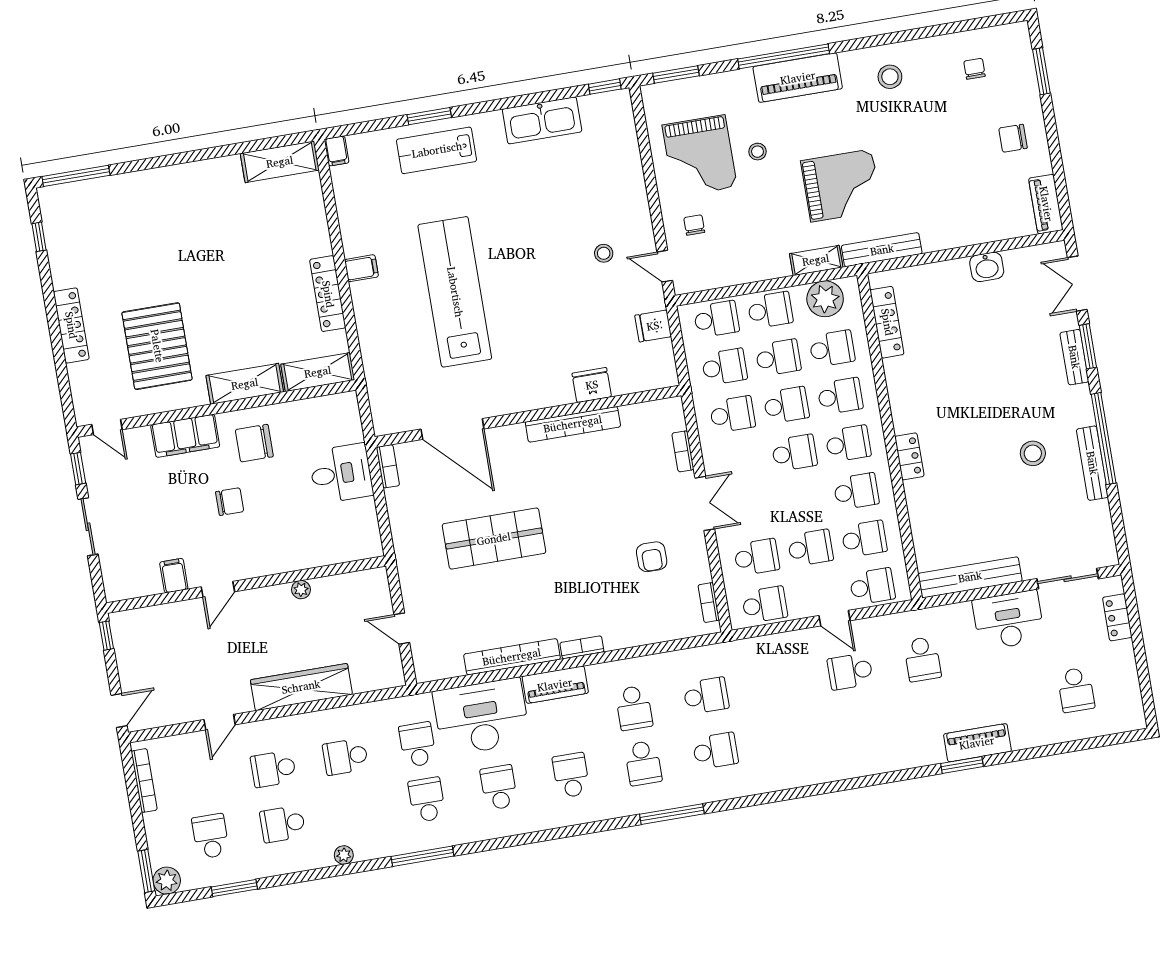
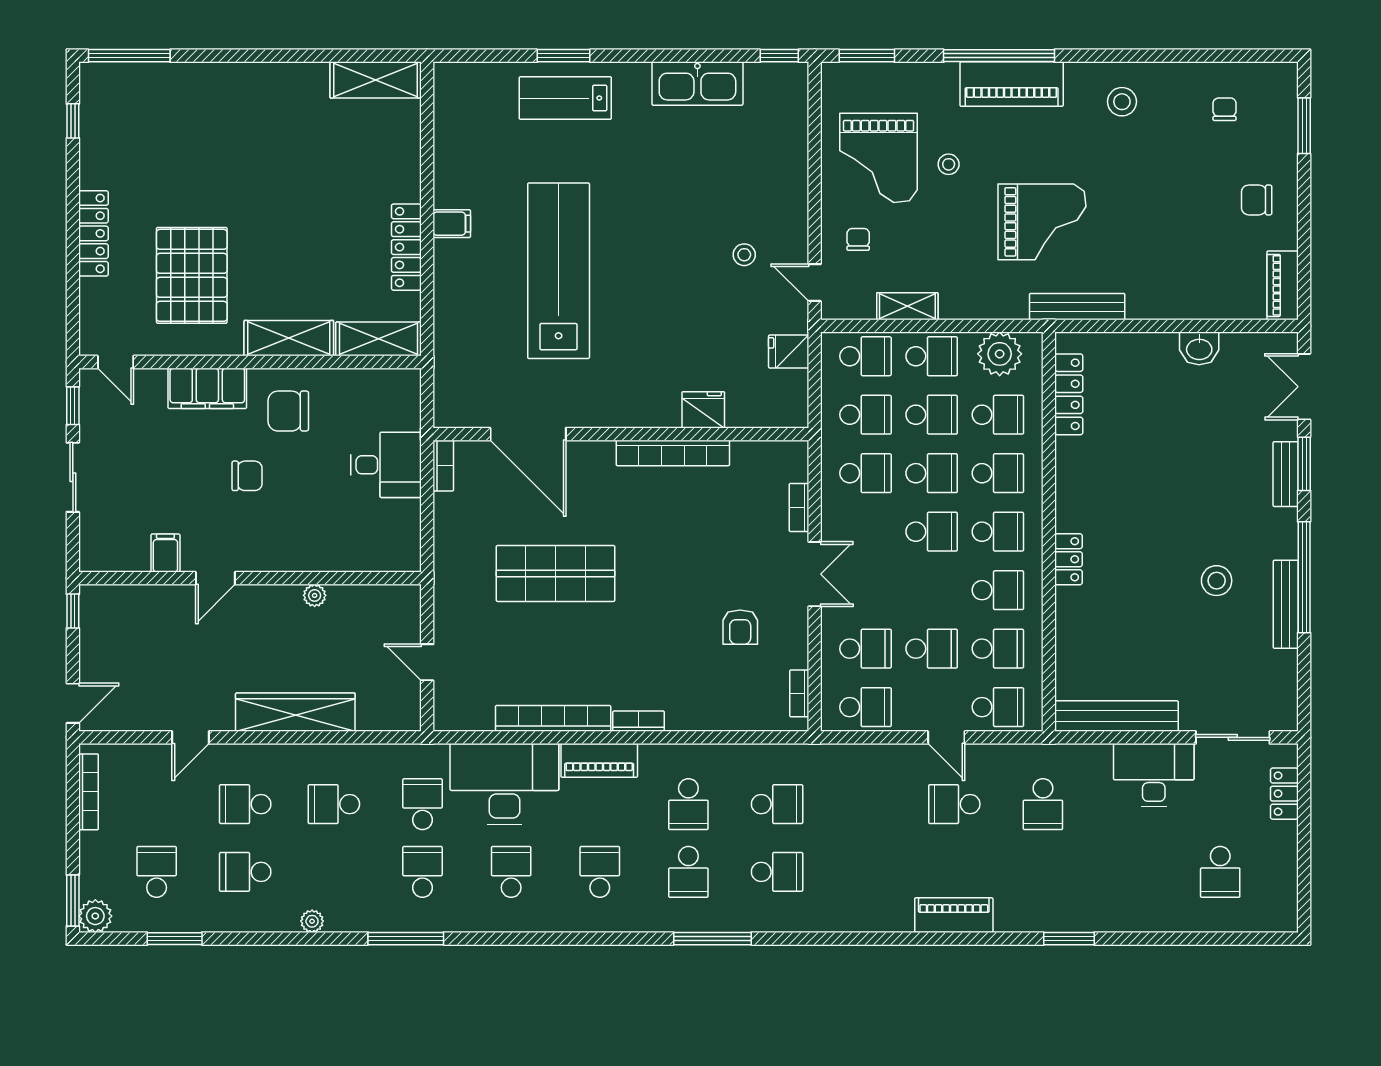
filing cabinet: (337, 151) -> (446, 78), removed
shelving: (816, 260) -> (907, 306), moved
piano: (977, 743) -> (954, 915), moved

